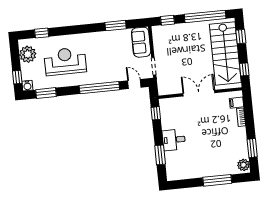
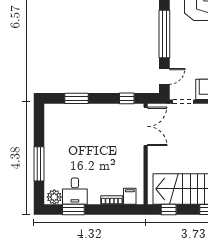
double door: (199, 93) -> (146, 126), moved
desk: (174, 140) -> (75, 191), moved, turned 180

